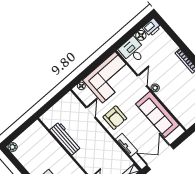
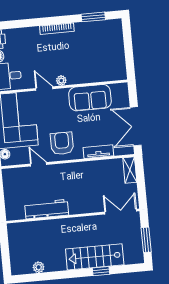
sofa: (157, 114) -> (90, 98), width x0.73
armchair: (115, 118) -> (62, 143), turned -90
plant: (13, 147) -> (39, 267), moved

